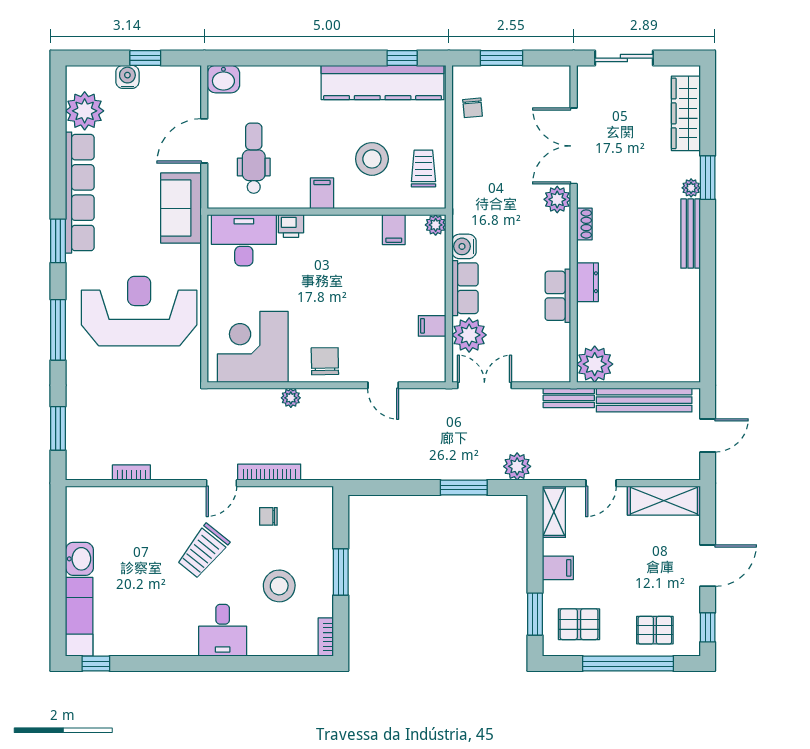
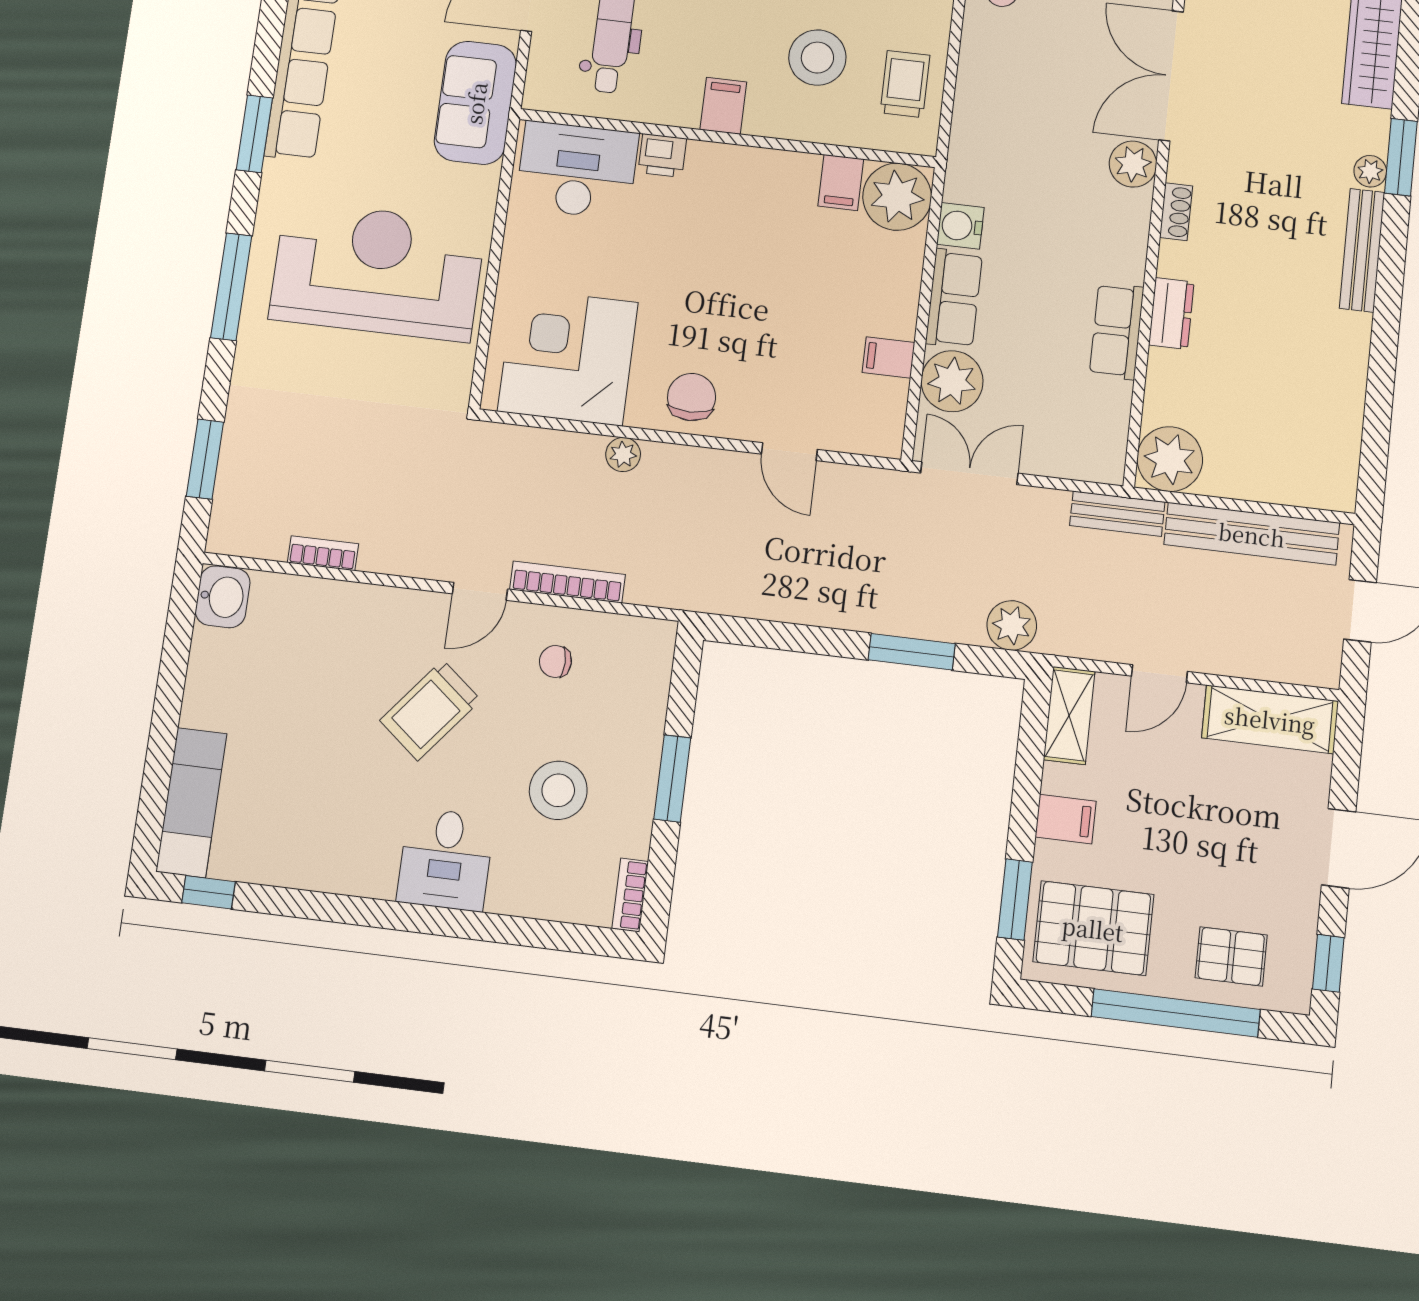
plant: (436, 225) -> (897, 197), width x1.88, depth x1.88
washbasin: (79, 559) -> (223, 597), moved
pallet: (579, 624) -> (1093, 928), width x1.50, depth x1.42

